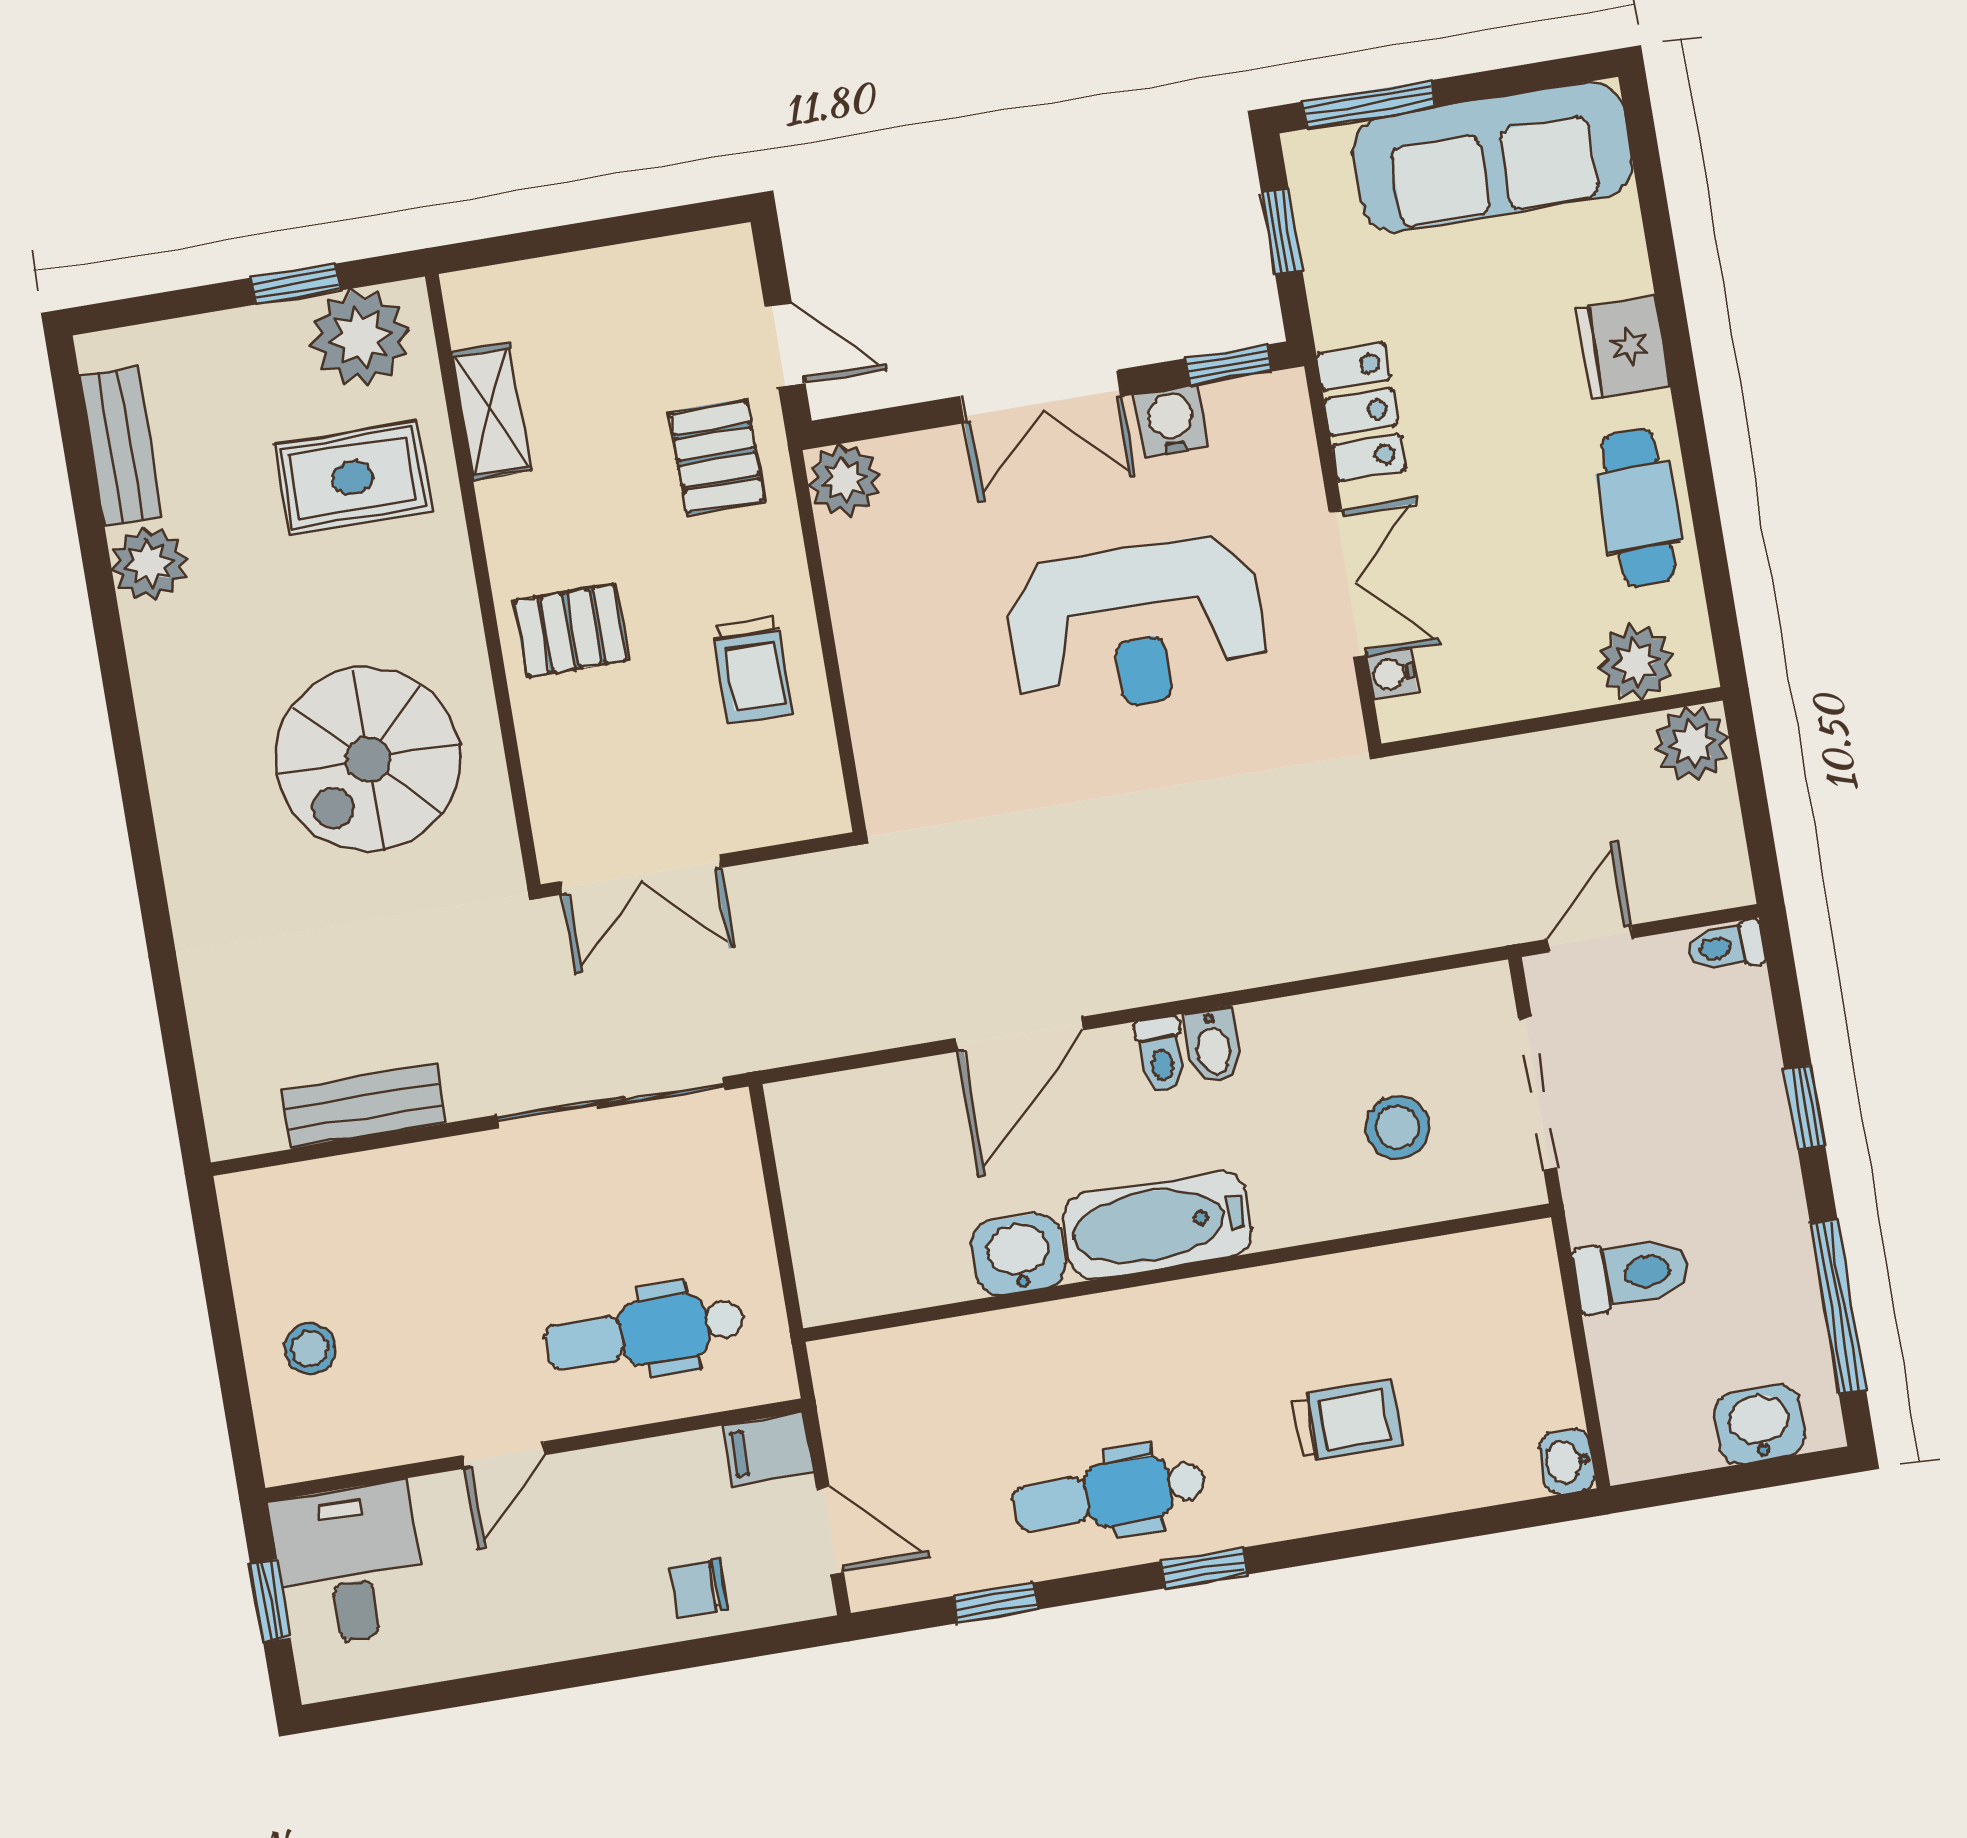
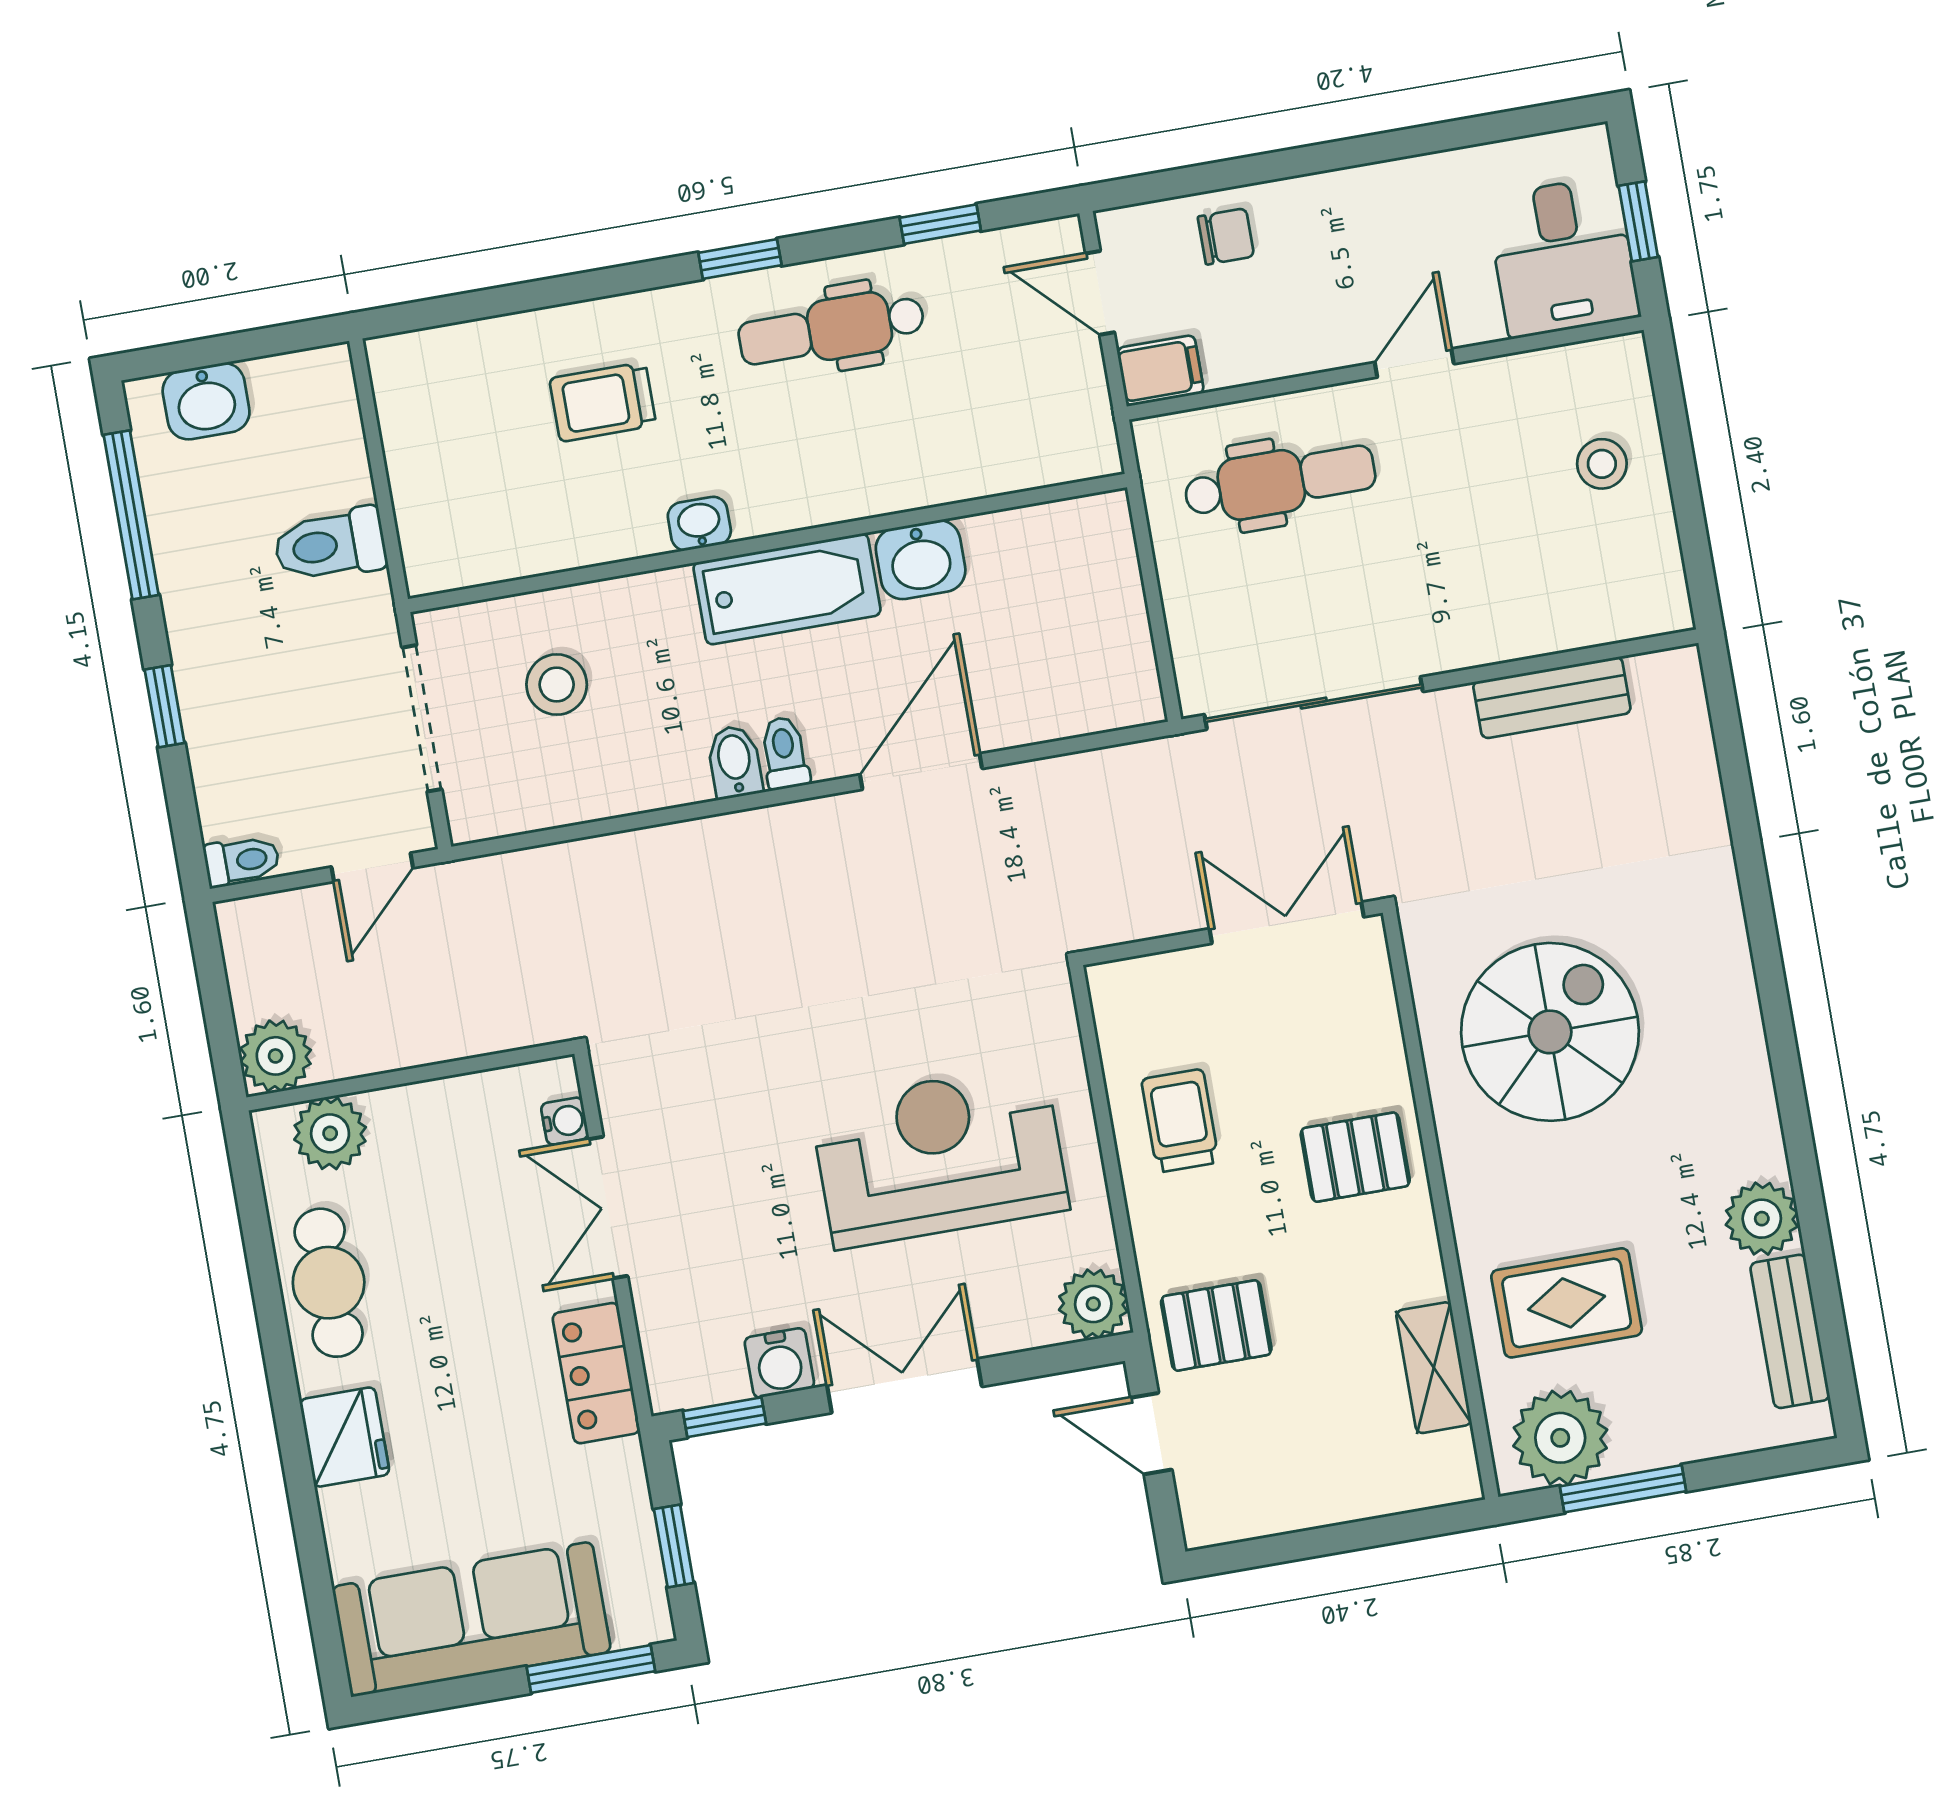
window: (295, 284) -> (1623, 1489), width x1.50
pallet: (717, 457) -> (1216, 1325), turned 90
reception desk: (1137, 626) -> (940, 1156), moved
washbasin: (1567, 1462) -> (699, 524), moved, turned -90
dental chair: (1109, 1494) -> (831, 329), turned 180

